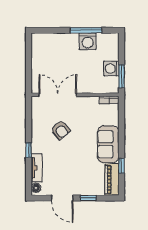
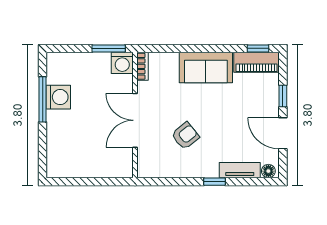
washing machine: (111, 69) -> (122, 63), moved
double door: (58, 95) -> (135, 120), moved
window: (121, 166) -> (258, 48), moved
door: (62, 198) -> (283, 133), swing flipped

